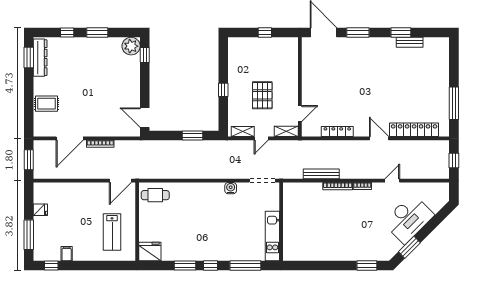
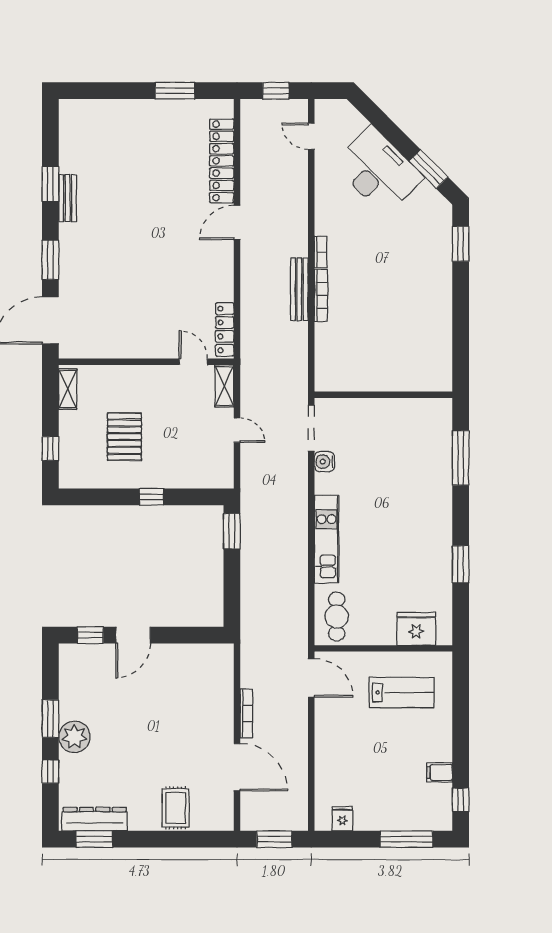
window: (265, 32) -> (50, 449), moved
bench: (410, 42) -> (68, 198), moved
plant: (131, 46) -> (74, 737), moved
pallet: (262, 95) -> (124, 437), moved, turned 90
window: (454, 103) -> (175, 91), width x0.69
door: (145, 118) -> (133, 635), moved
locker: (337, 131) -> (225, 329), moved
shelving: (243, 132) -> (68, 389), moved
window: (193, 136) -> (232, 531), moved
bench: (321, 174) -> (299, 289), moved
door: (392, 181) -> (311, 136), moved
water cooler: (231, 188) -> (324, 462), moved
fridge: (40, 210) -> (342, 819), moved
kitchen unit: (272, 236) -> (327, 539), moved, turned -90
fridge: (150, 252) -> (416, 629), moved, turned 90
window: (211, 266) -> (461, 519), removed

